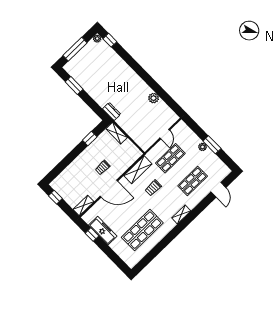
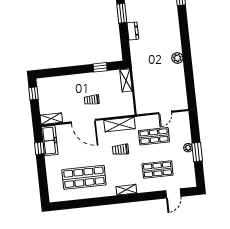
plant: (154, 98) -> (177, 58), moved
dresser: (112, 111) -> (133, 31), moved
freezer: (103, 231) -> (50, 141), moved

